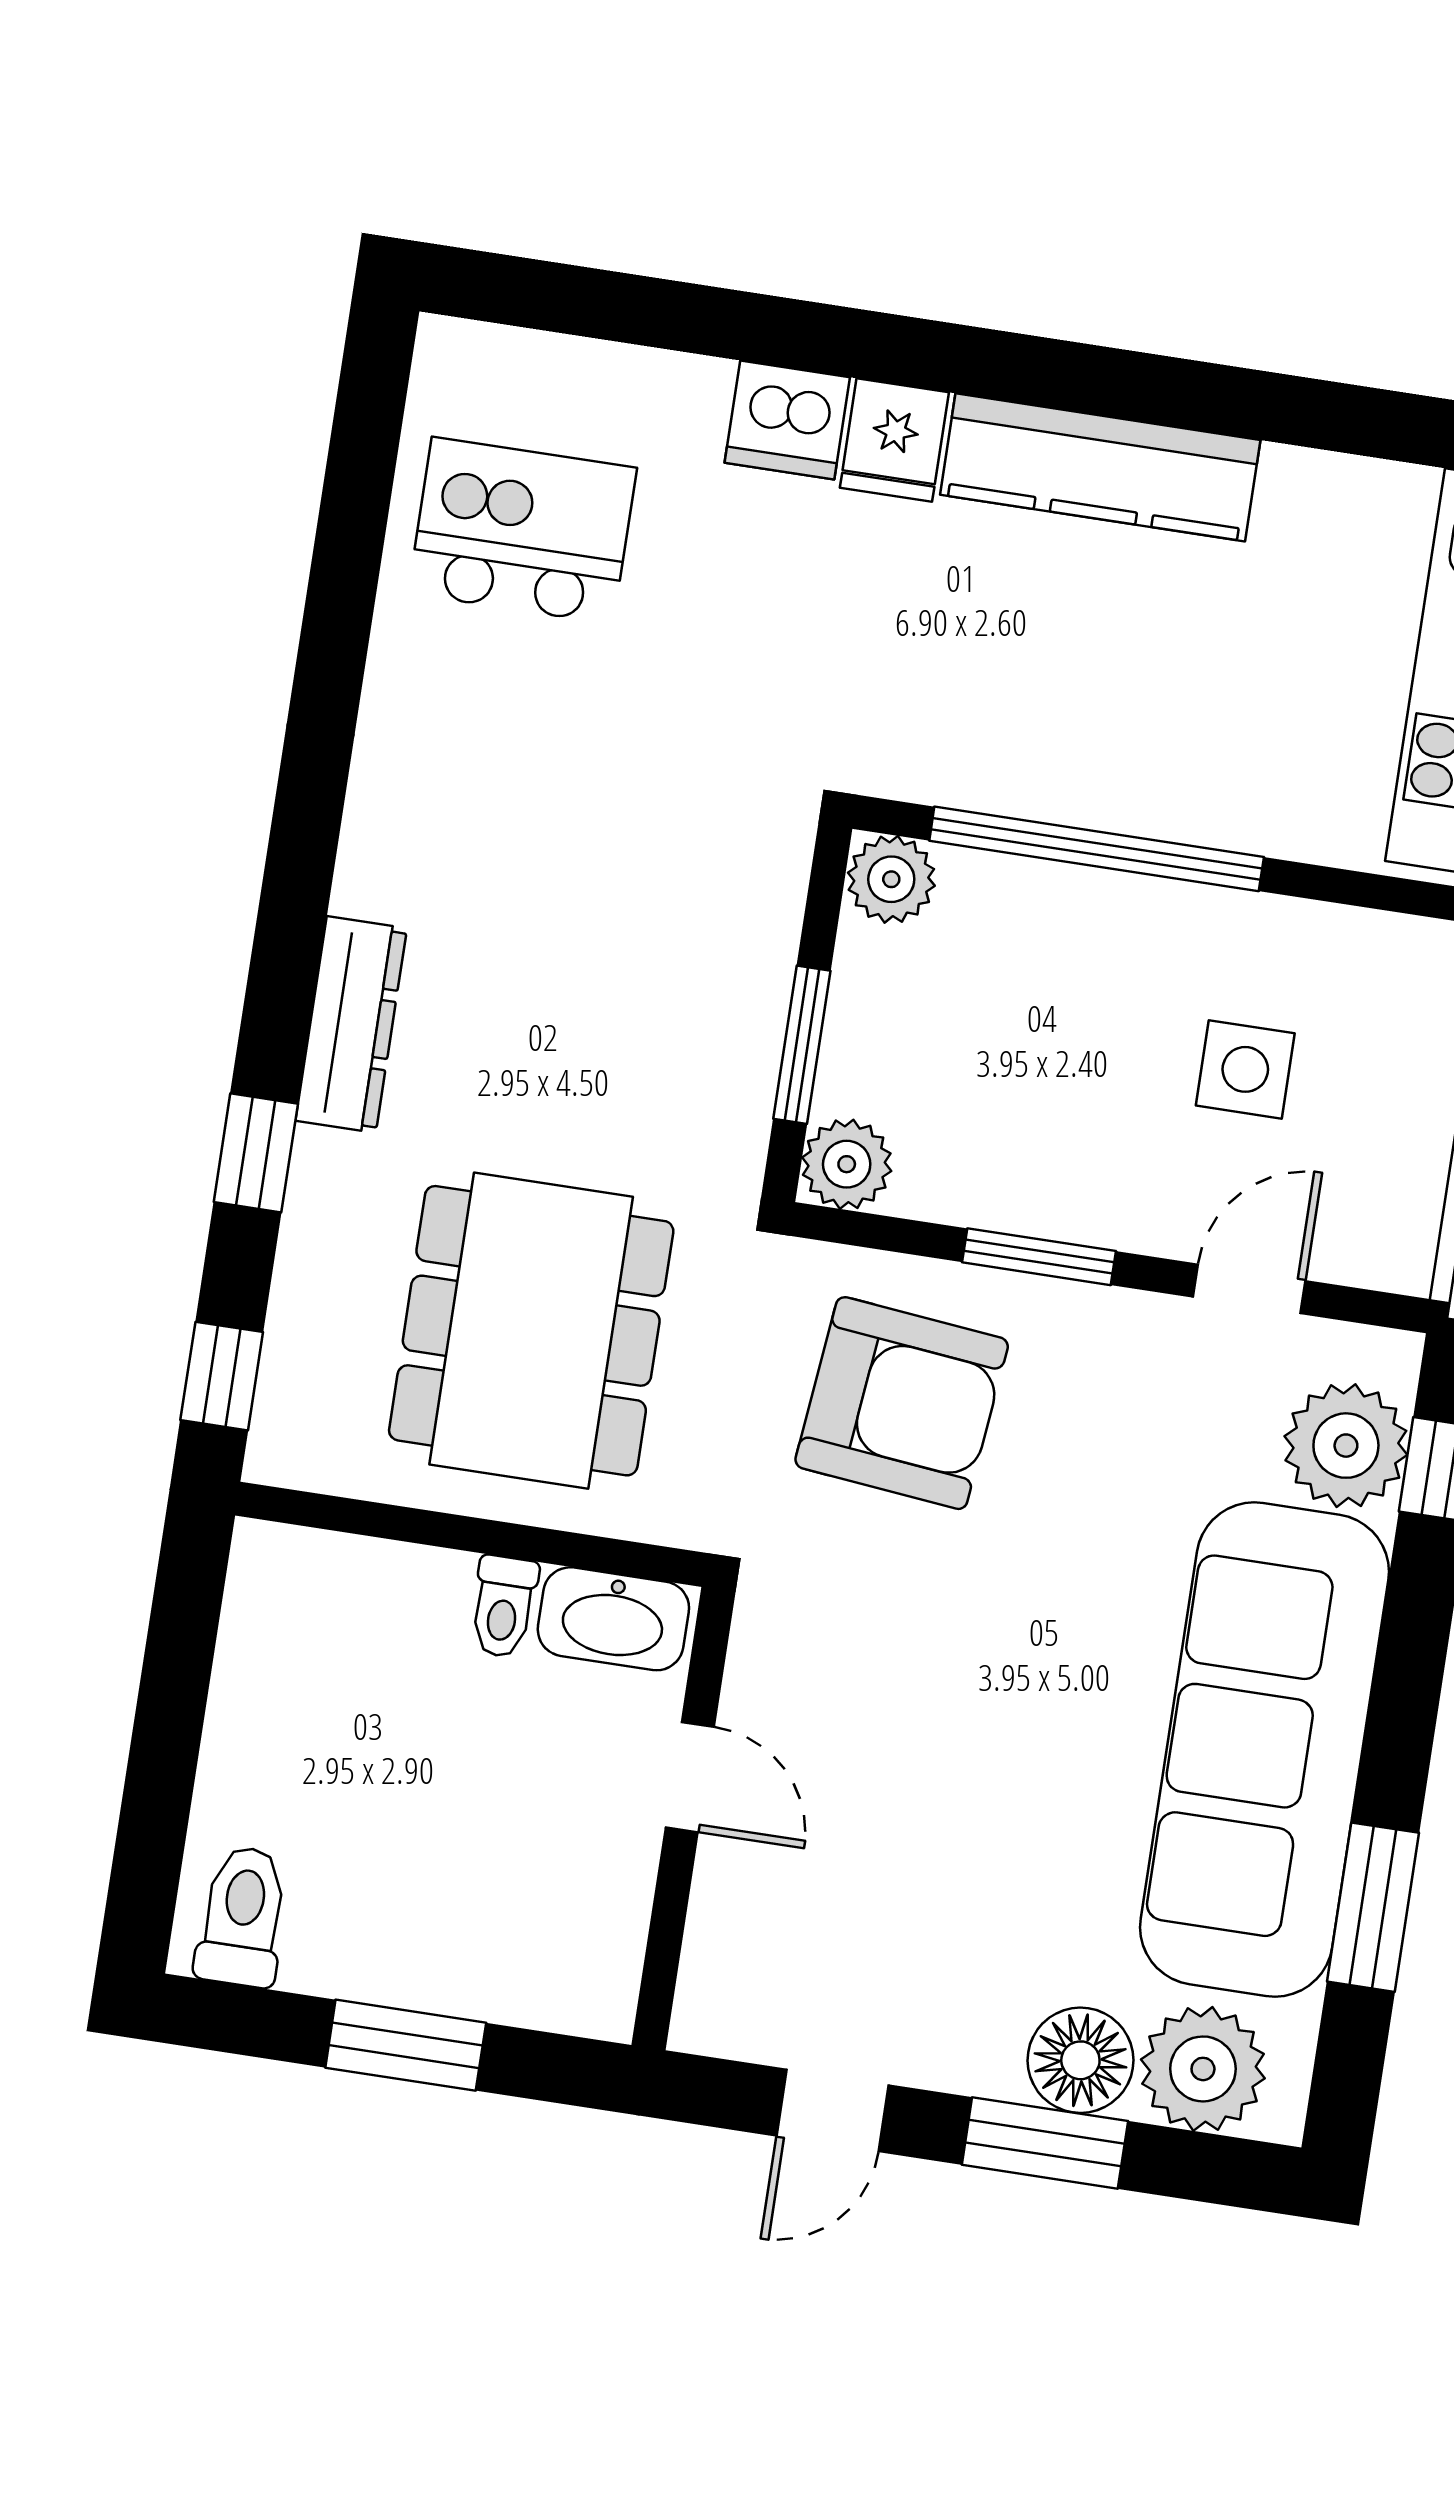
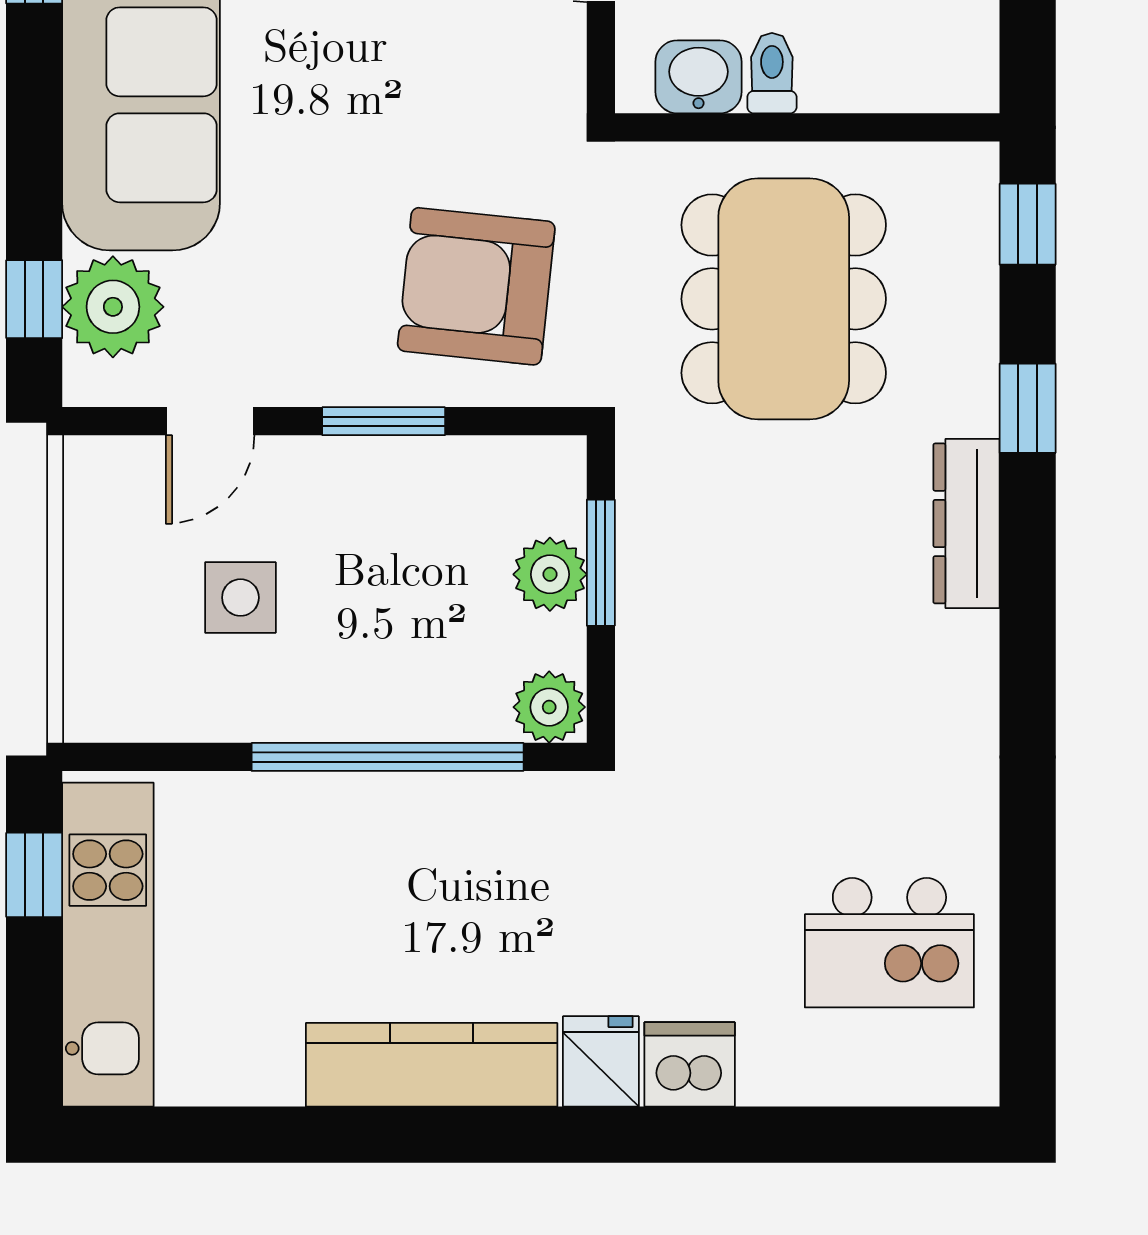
plant: (847, 1164) -> (550, 574), moved
washbasin: (613, 1619) -> (699, 77), width x0.72

